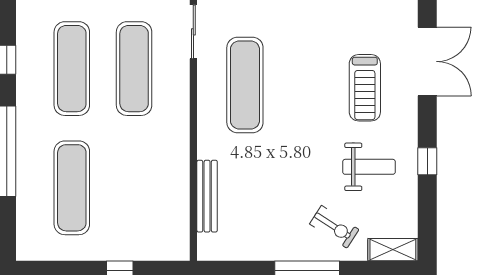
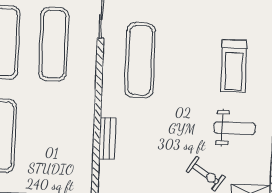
bench: (207, 196) -> (107, 139), width x0.73

